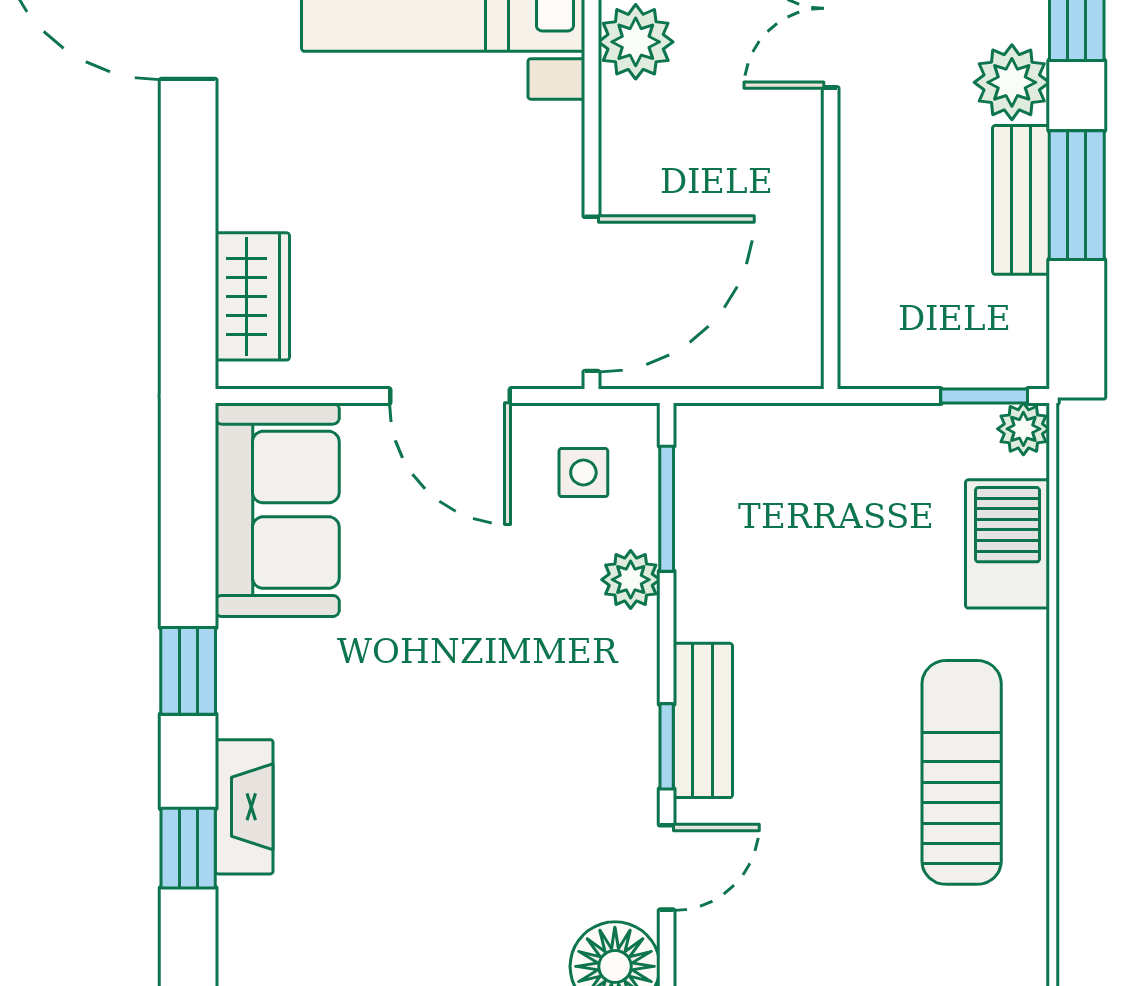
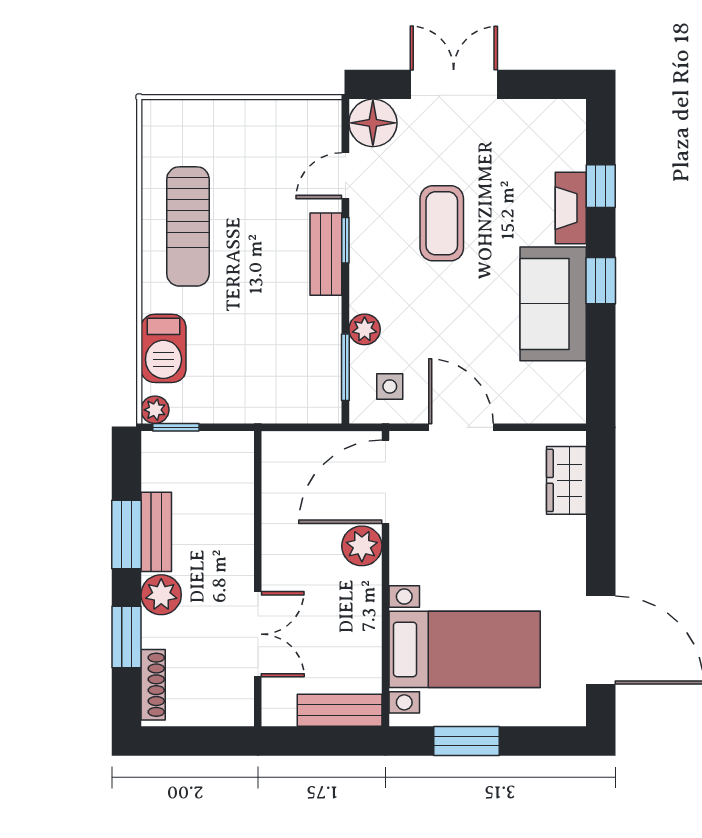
plant: (636, 42) -> (362, 546), moved
sofa: (277, 510) -> (553, 304), moved
coffee table: (486, 778) -> (442, 223), added

